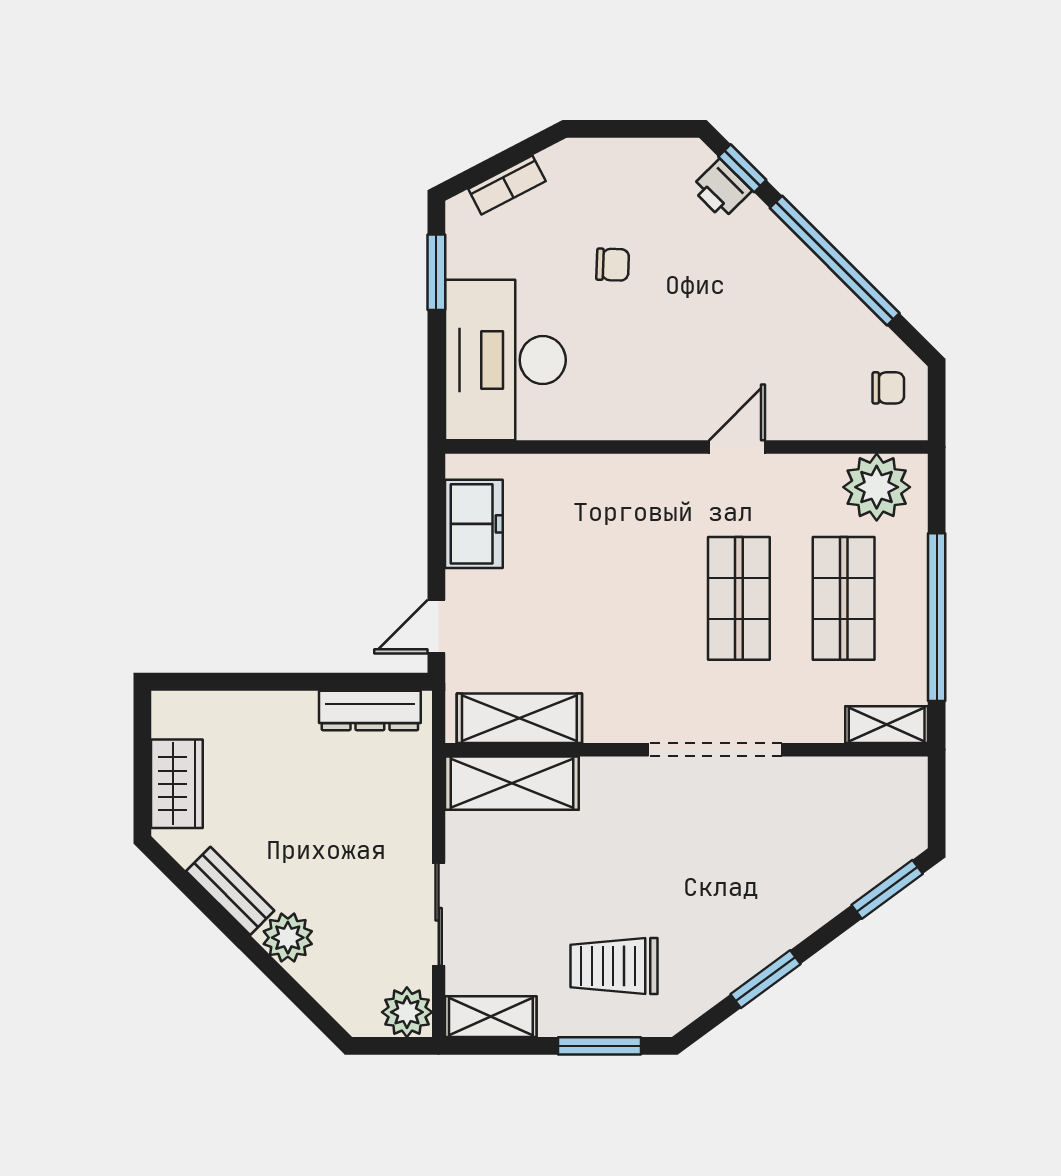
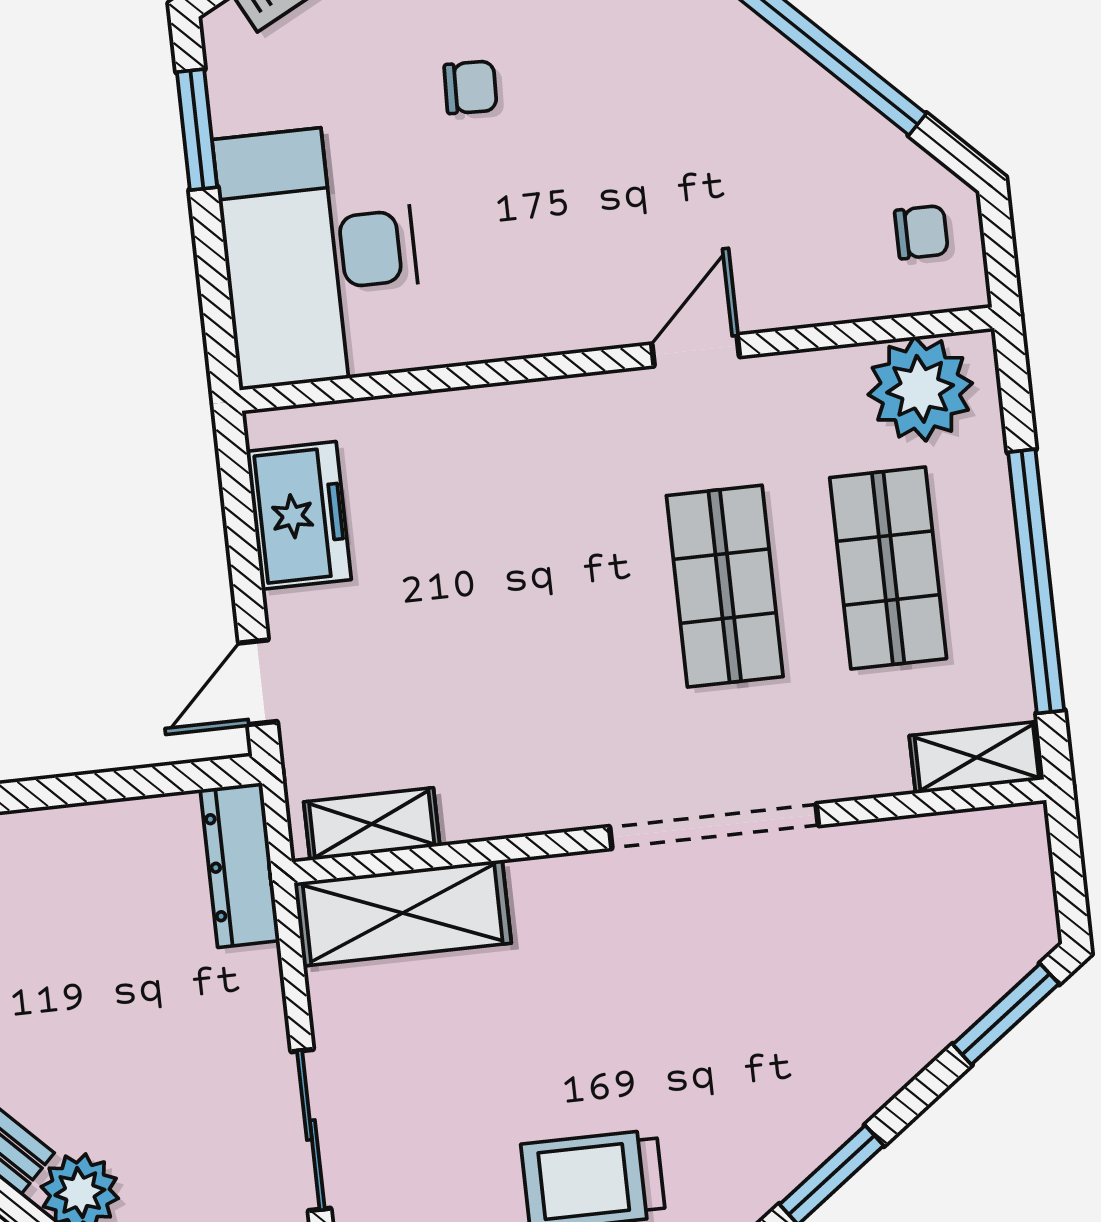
dresser: (370, 710) -> (240, 865), moved, turned 90
shelving: (519, 718) -> (372, 824), width x0.67, depth x0.75

